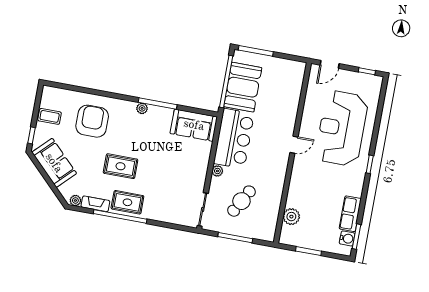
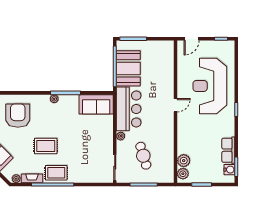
cafe table: (241, 201) -> (143, 156), turned -46
plant: (287, 233) -> (183, 174), added

